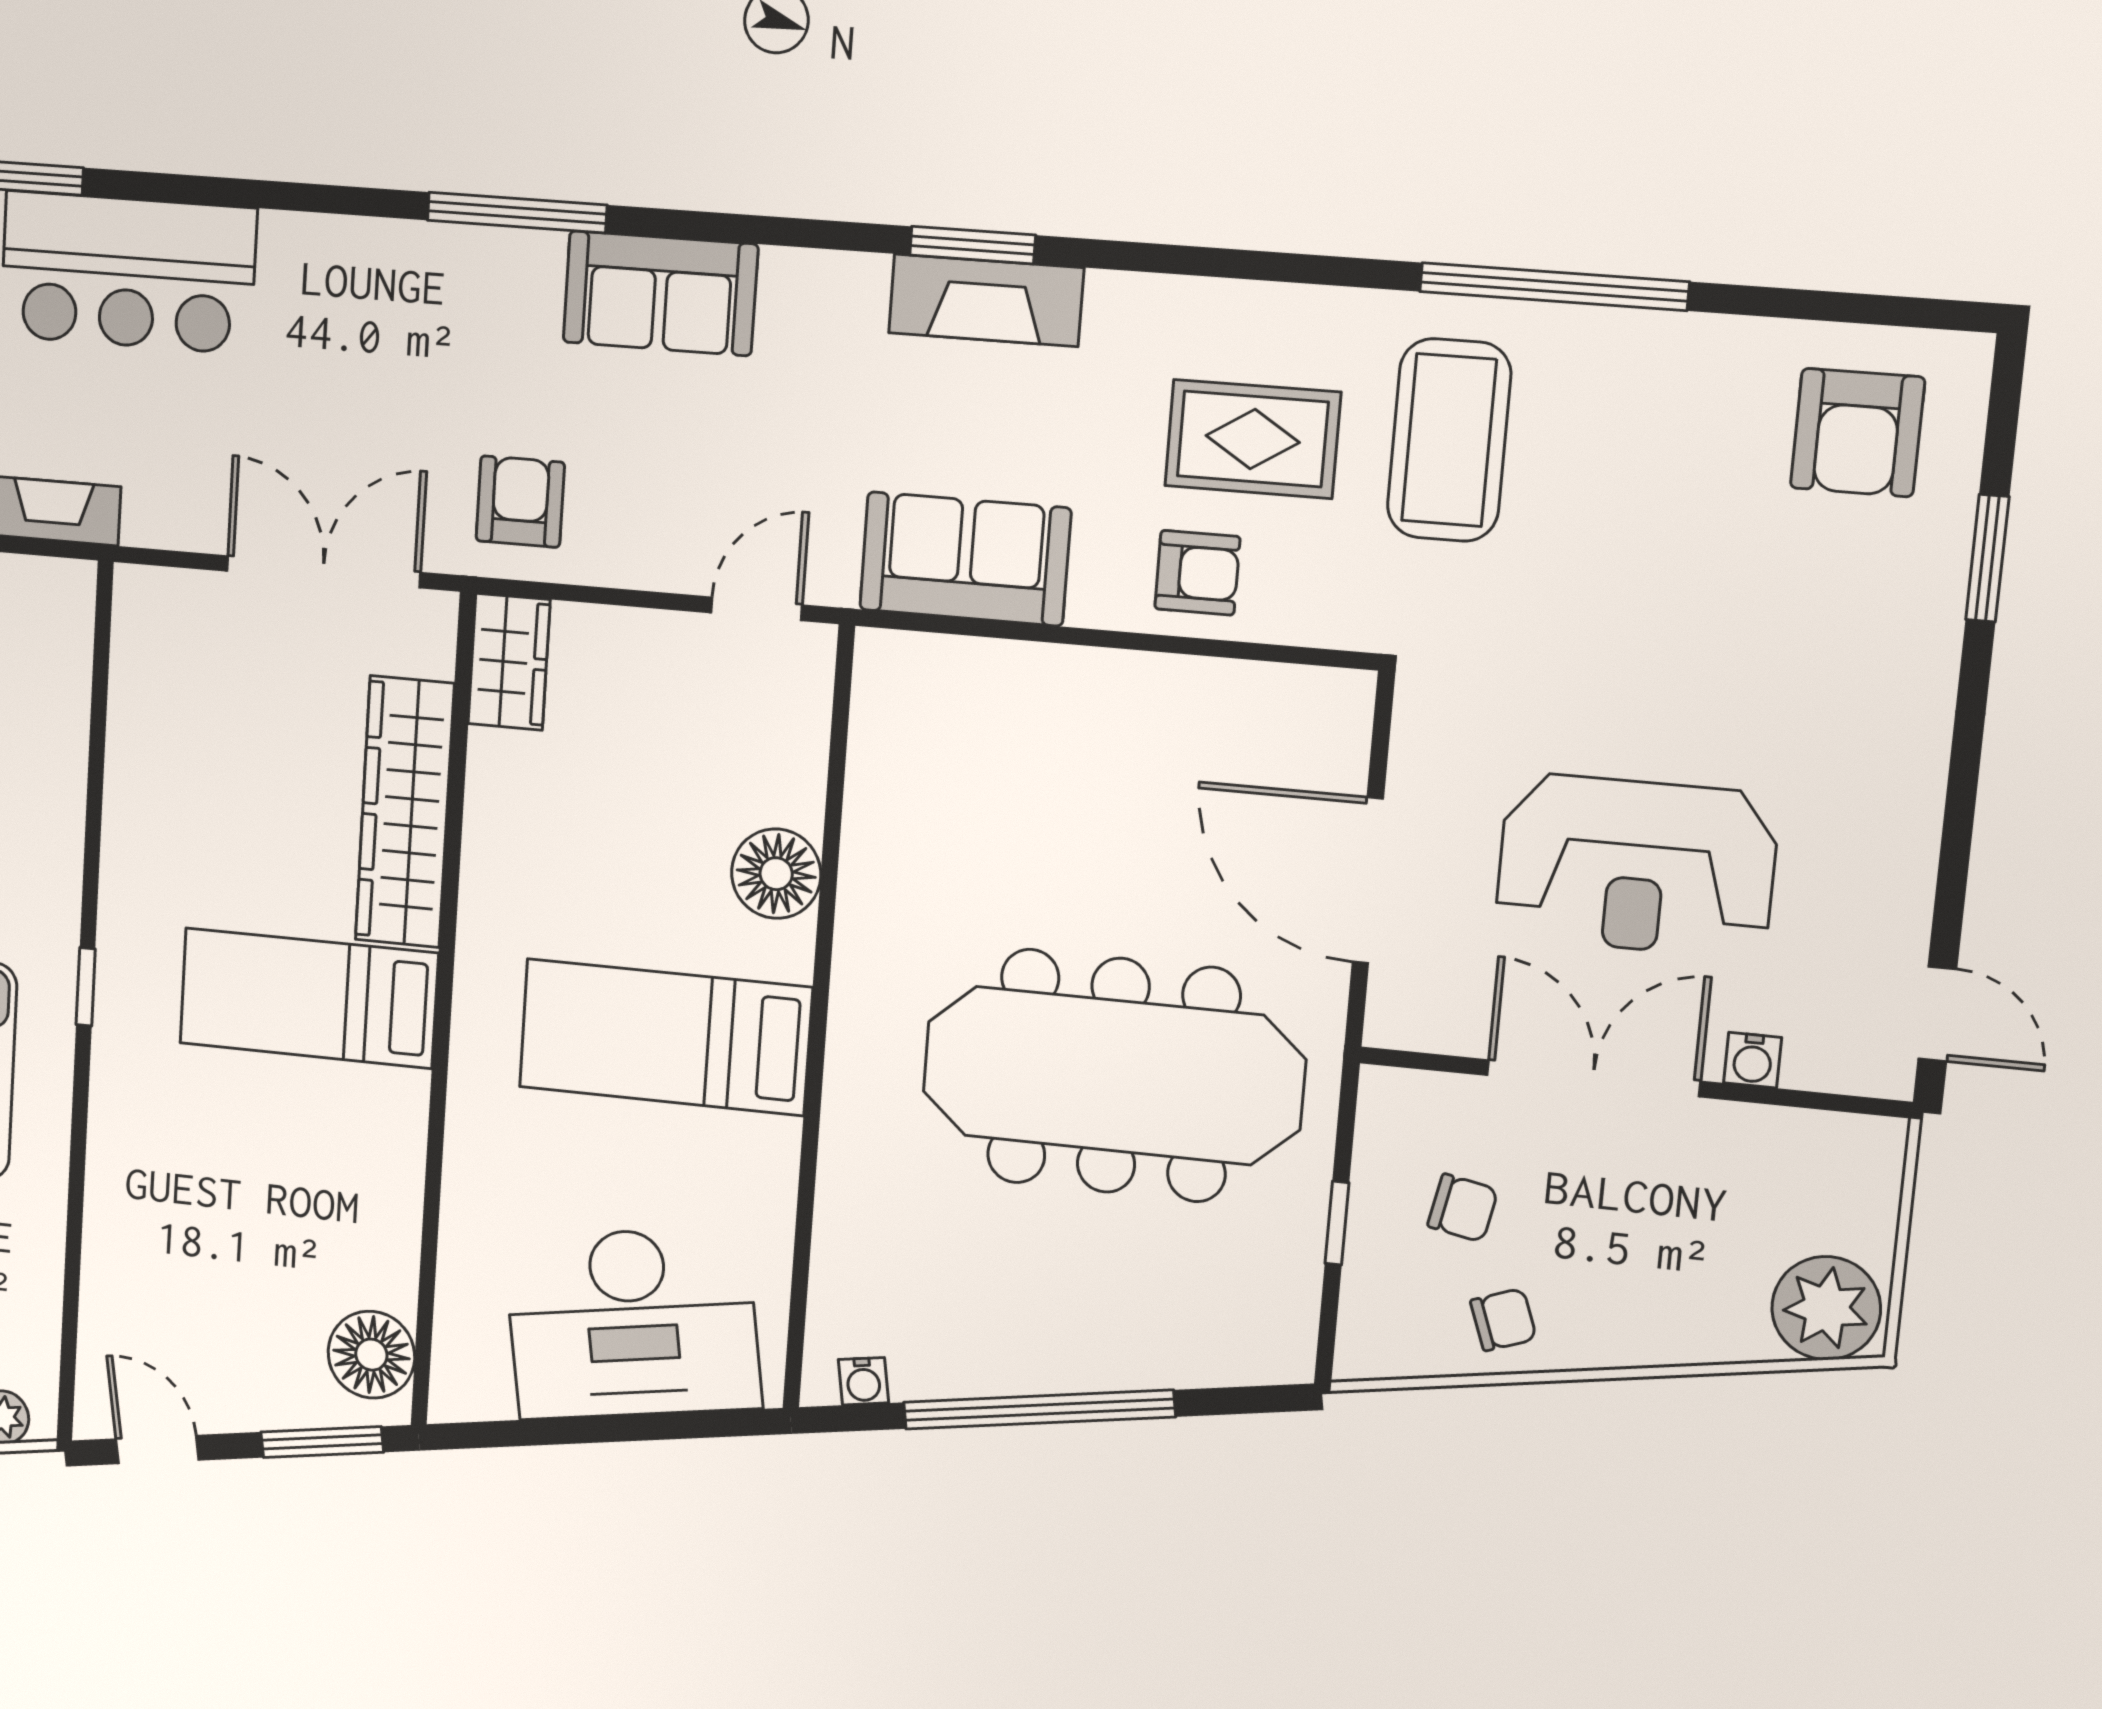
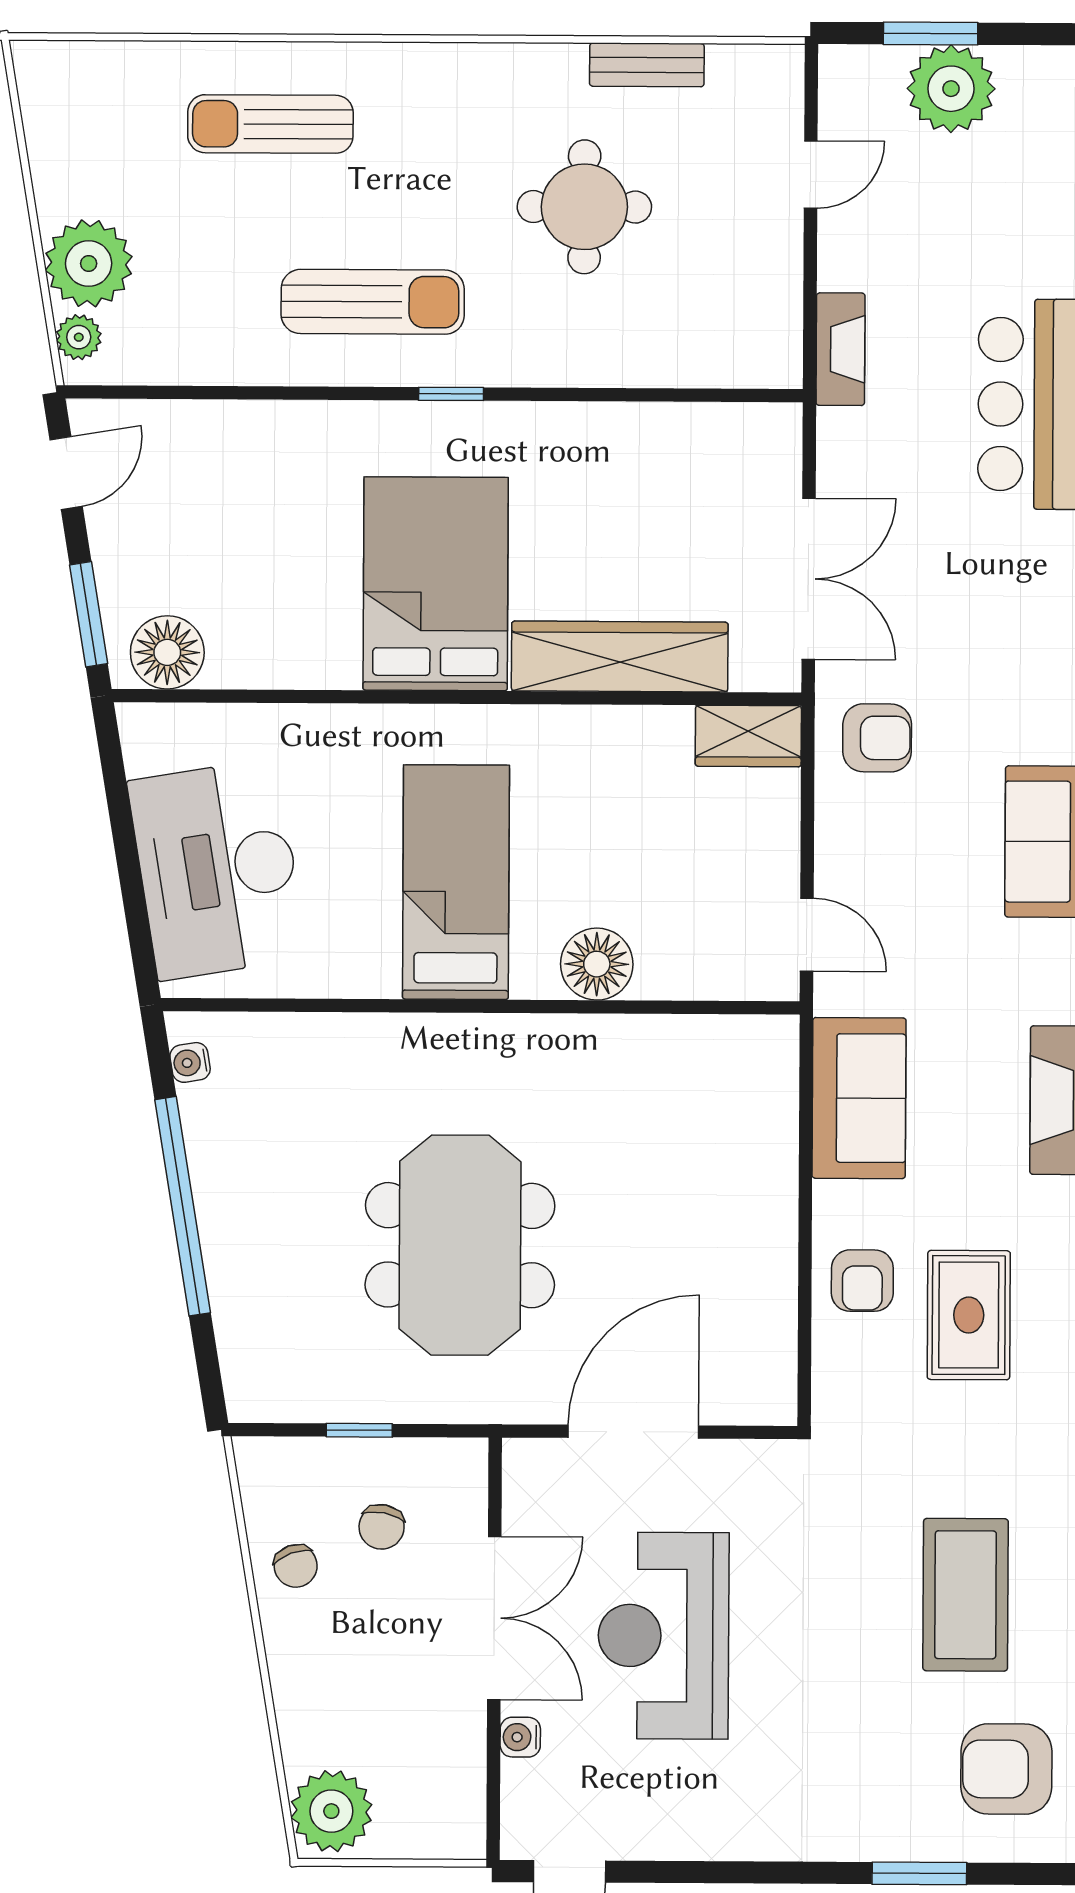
coffee table: (1449, 440) -> (966, 1595), moved, turned 90
bed: (309, 998) -> (436, 584), width x1.50
meeting table: (1113, 1075) -> (460, 1245), width x0.73

